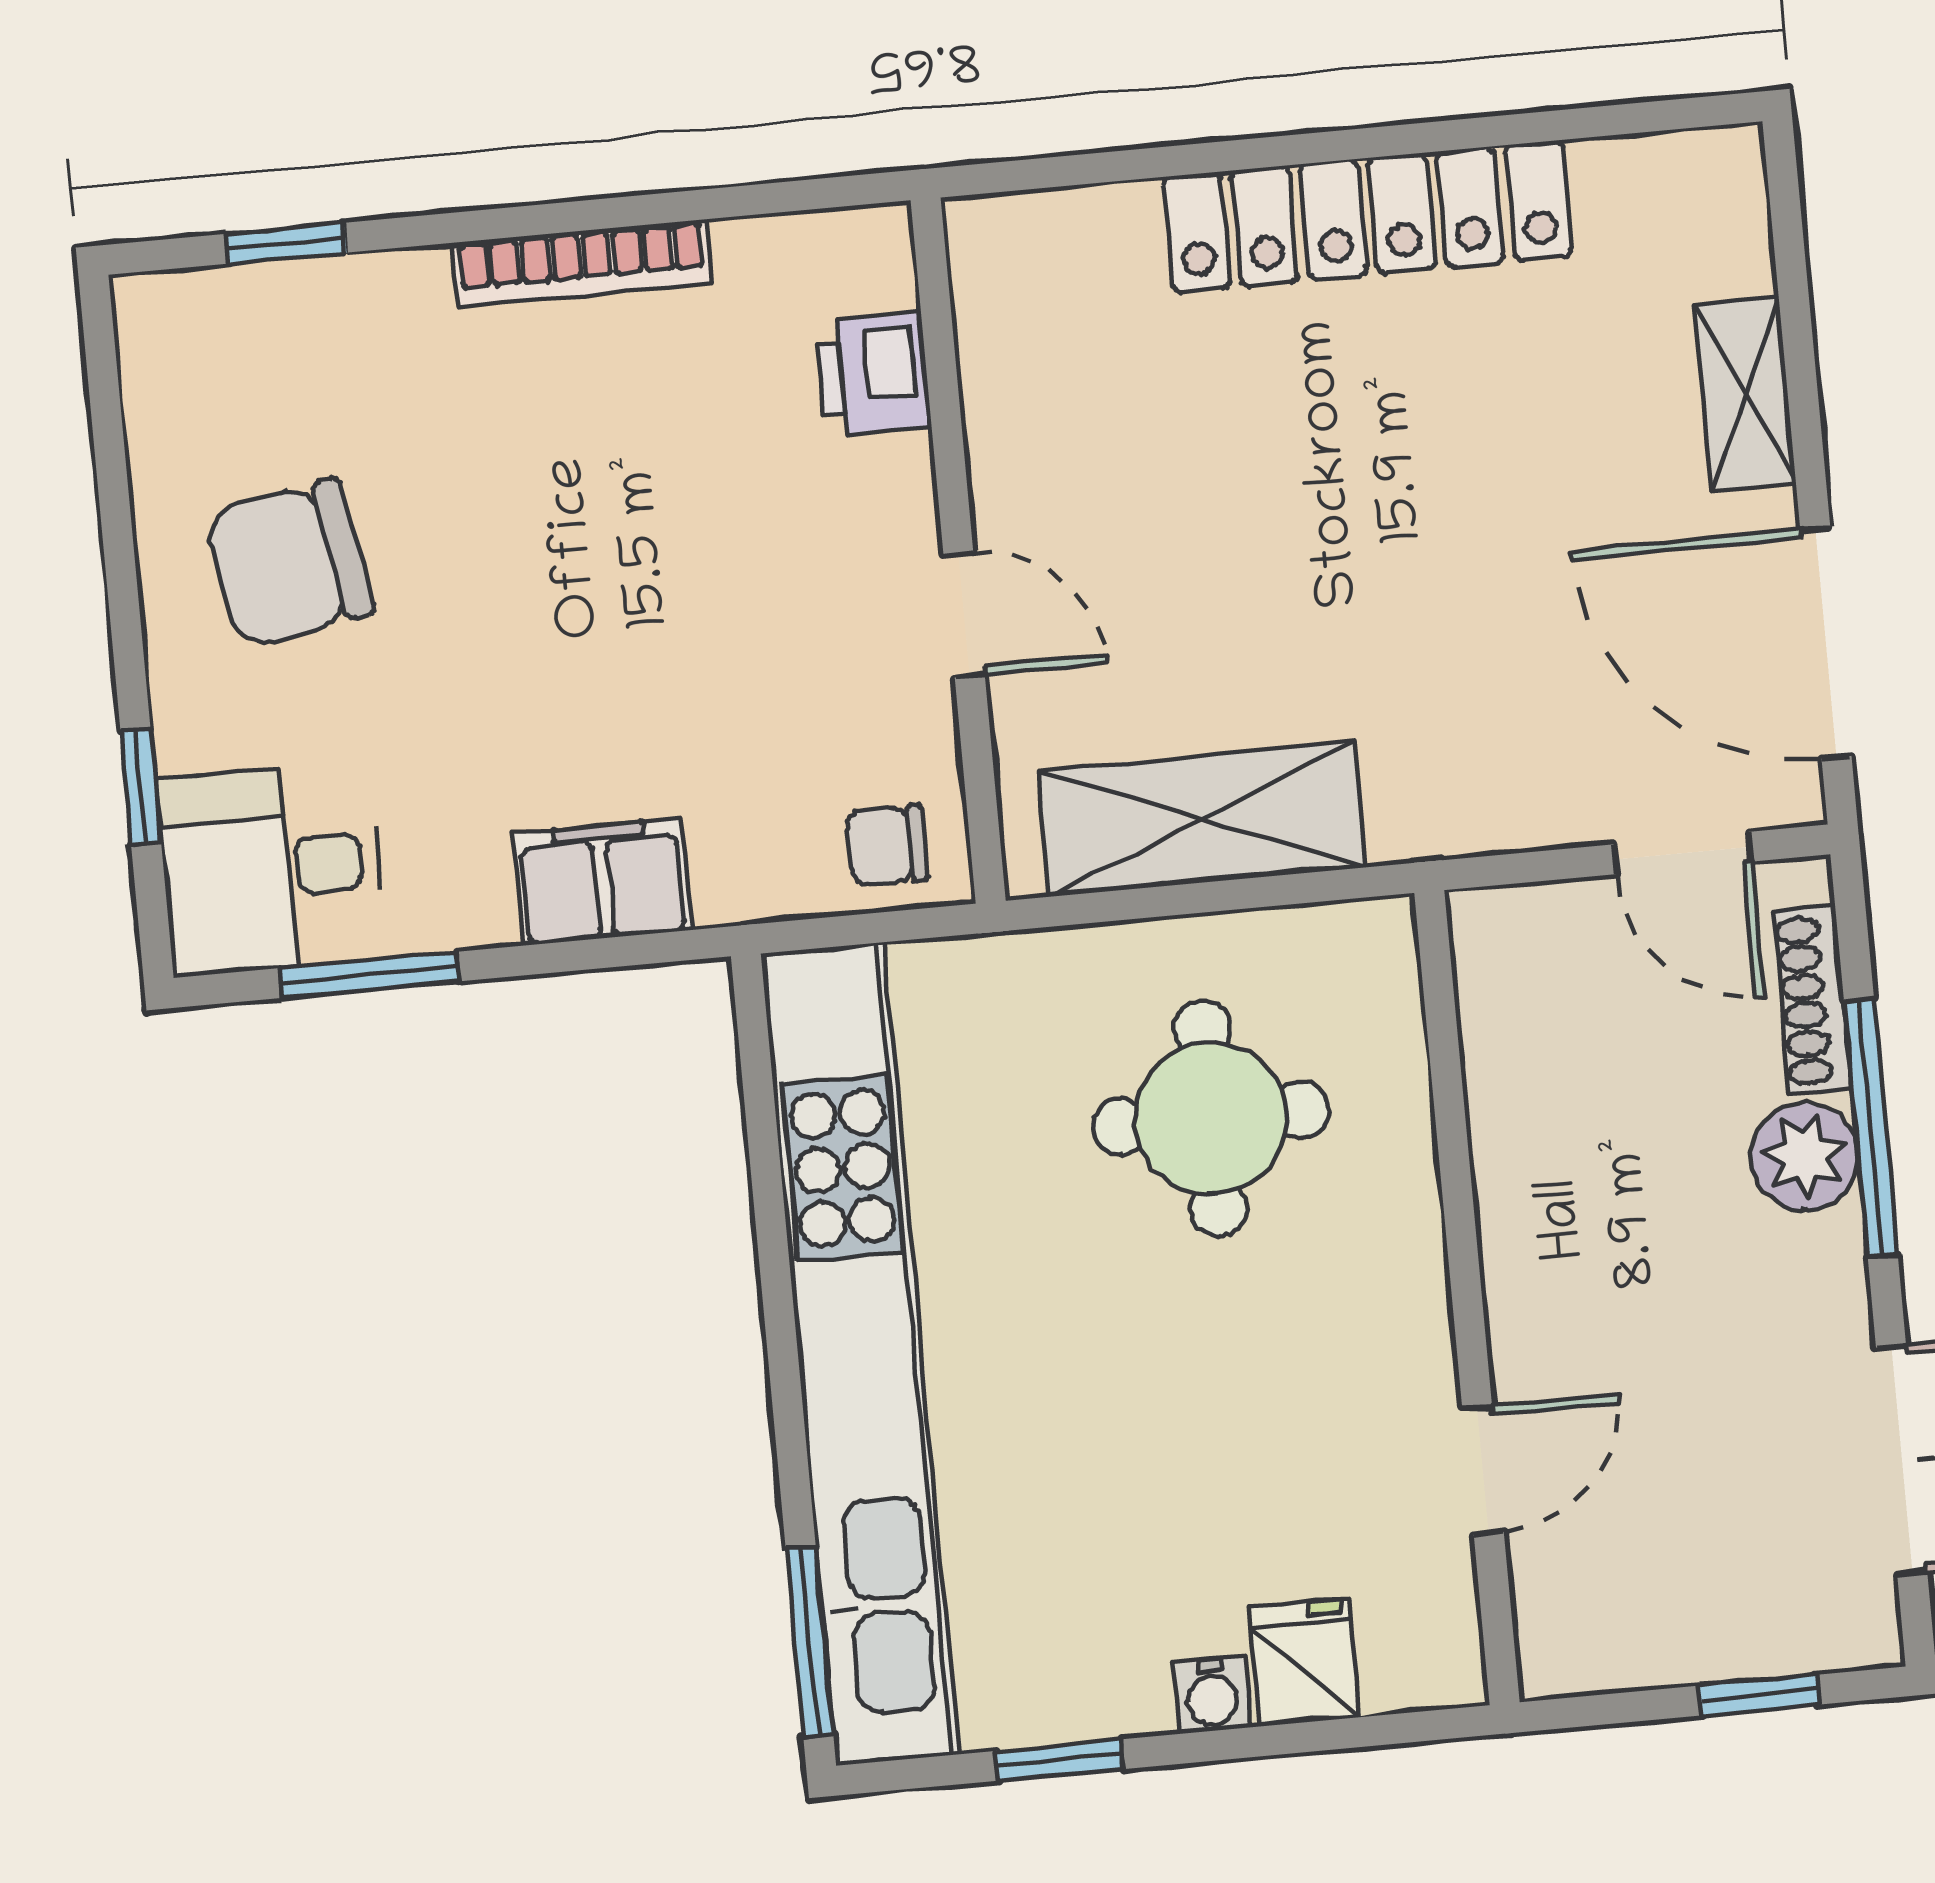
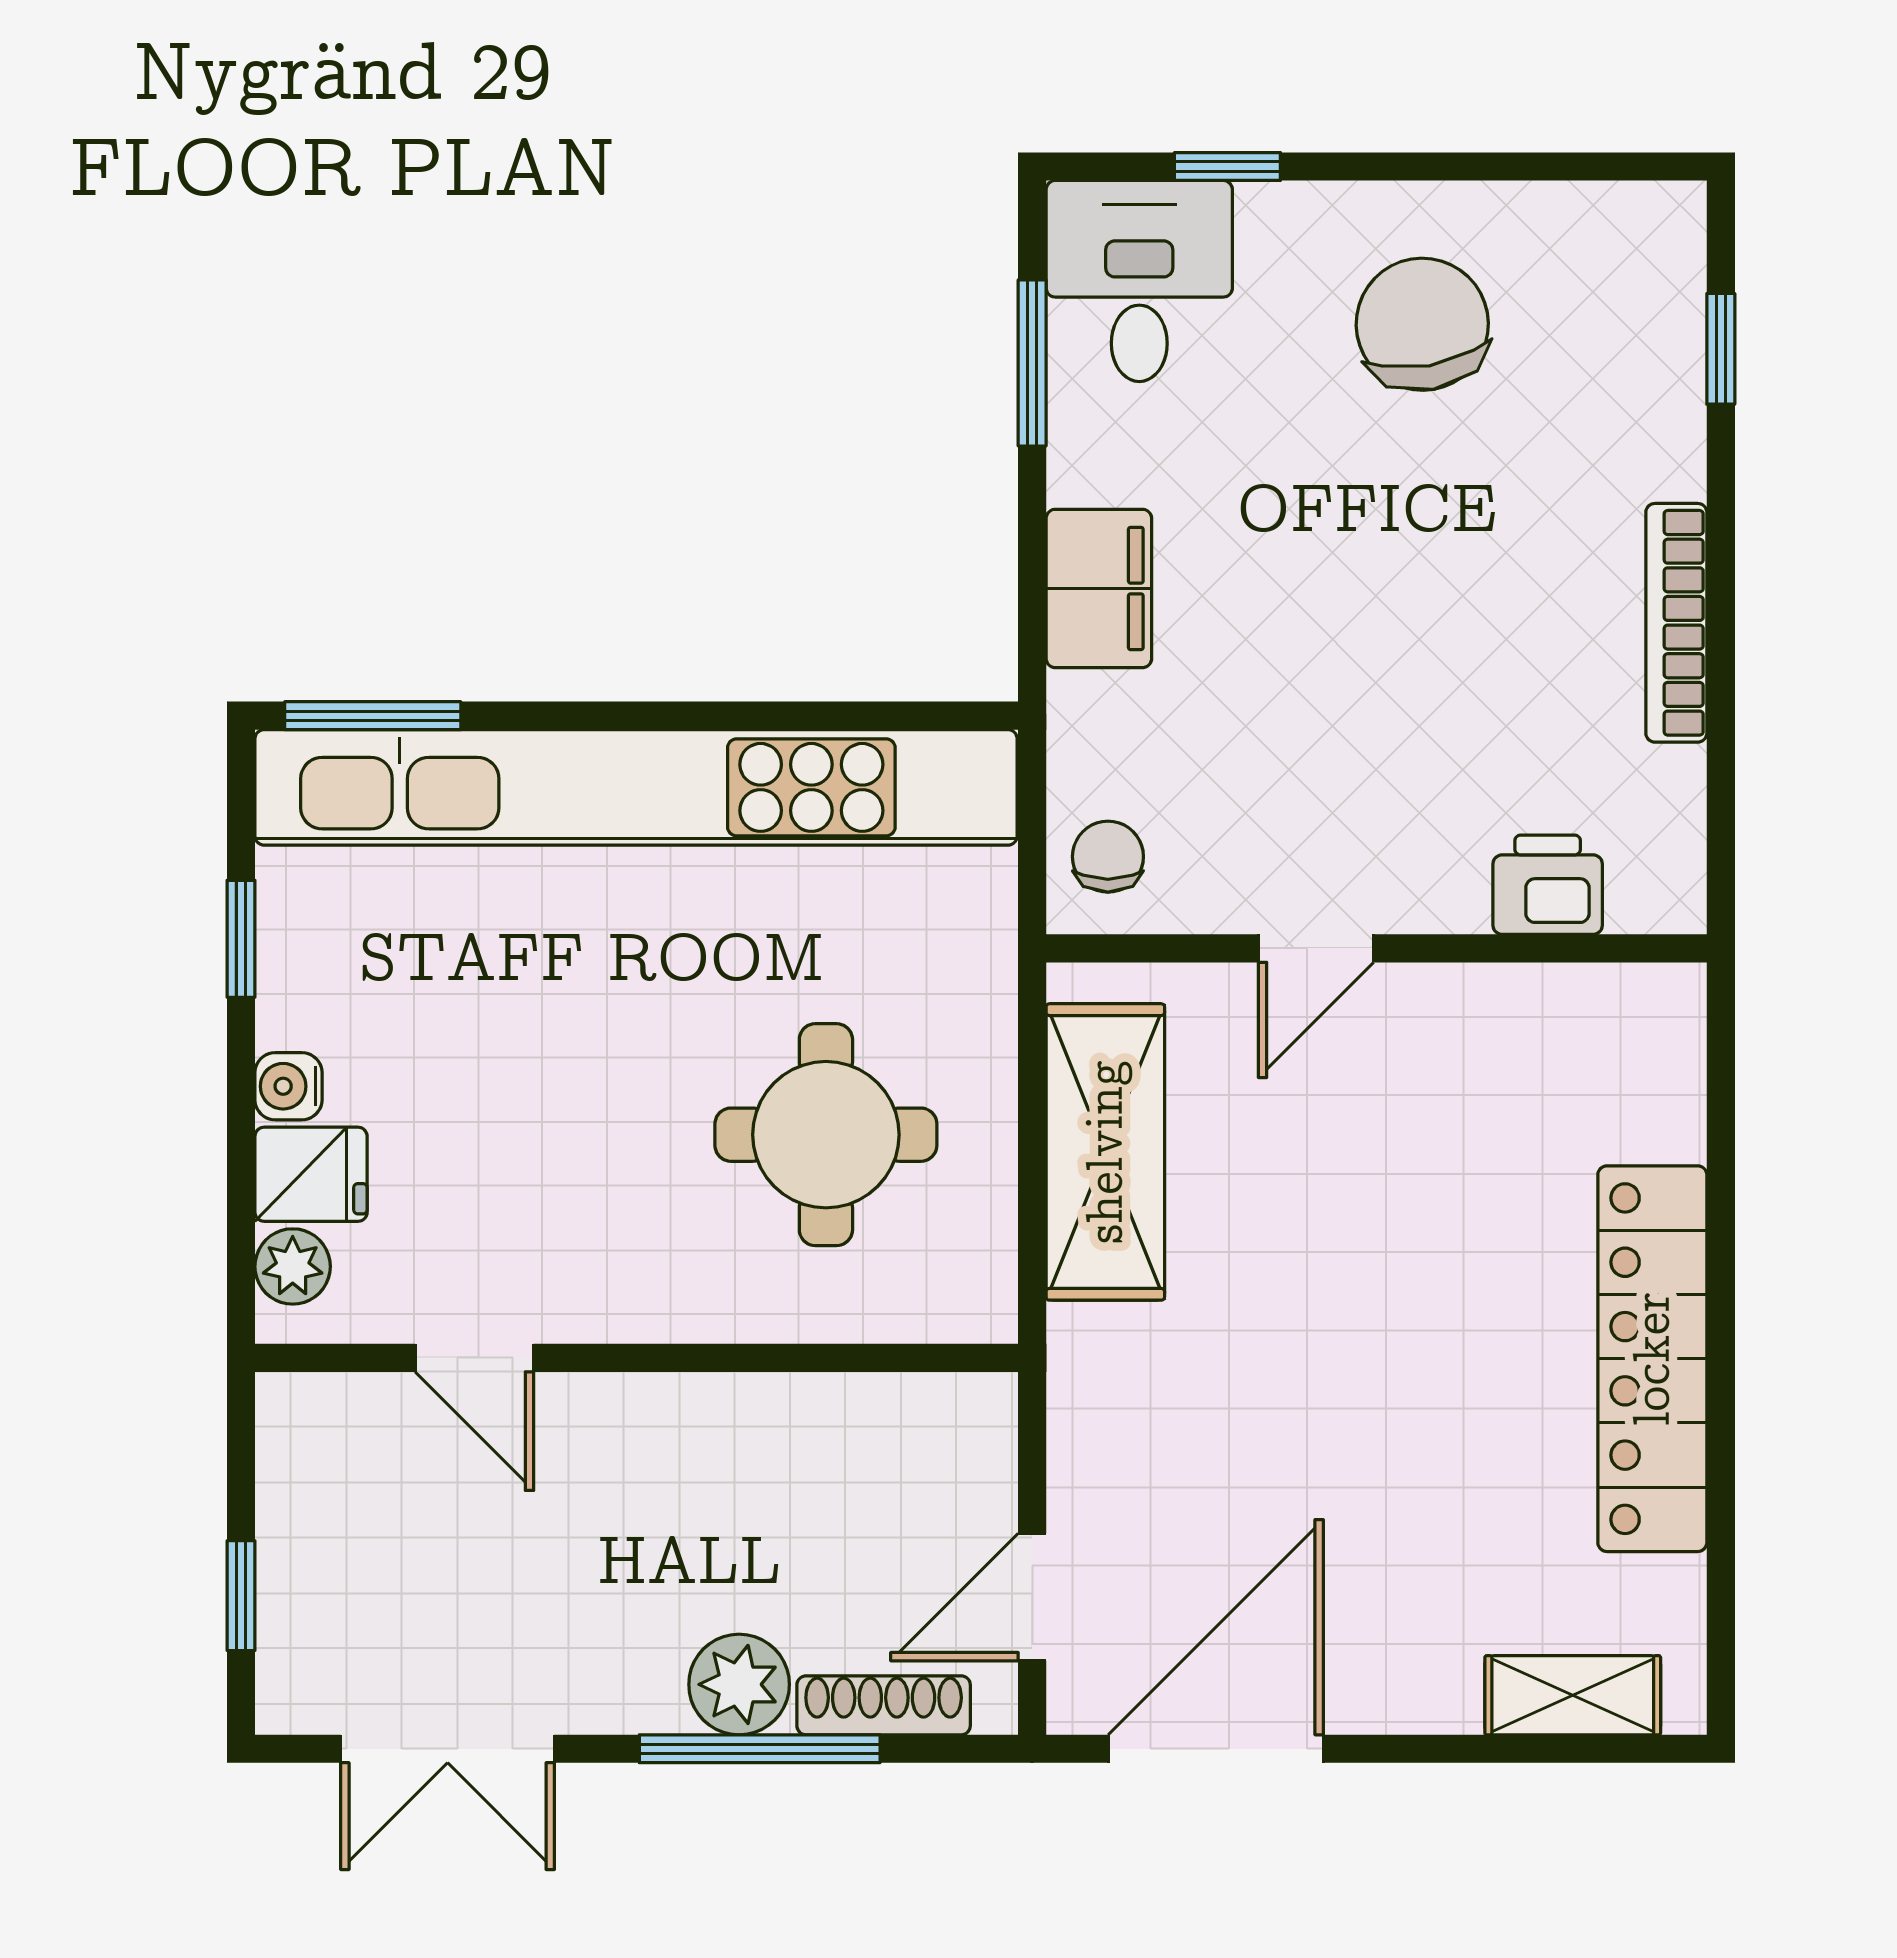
shelving: (1745, 394) -> (1573, 1695), moved
plant: (1404, 1673) -> (293, 1266), added

